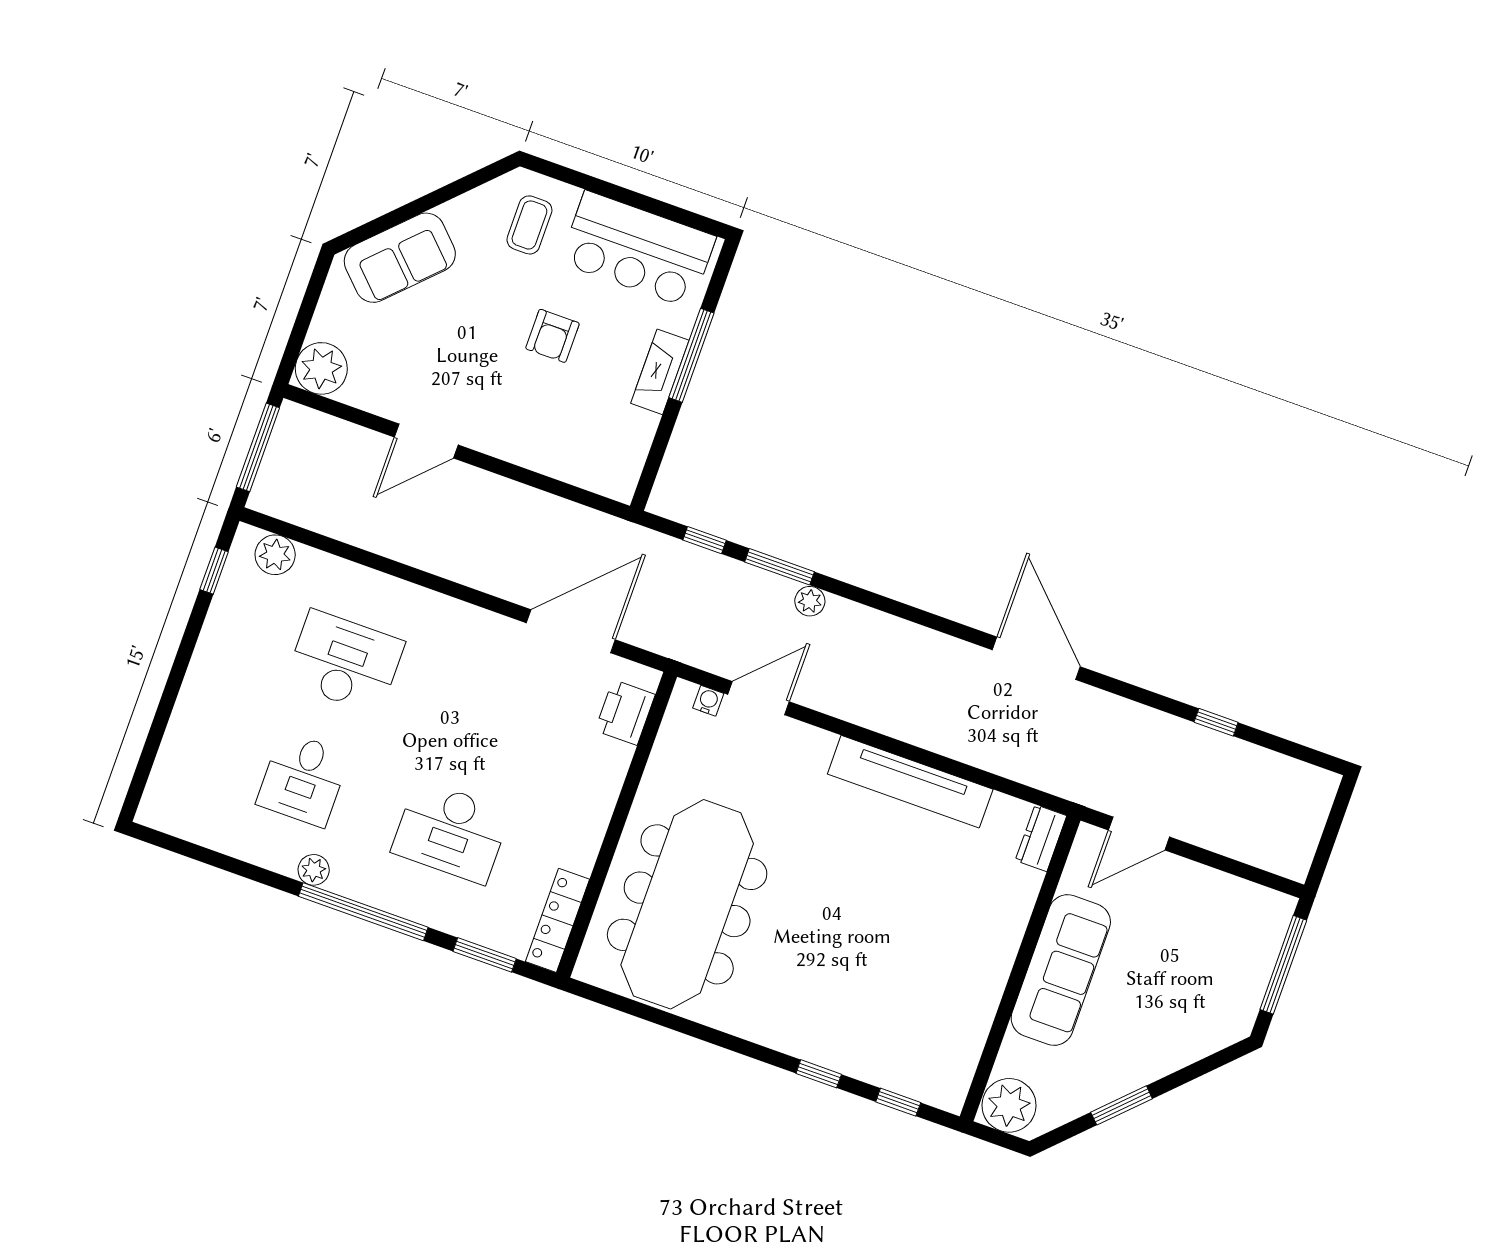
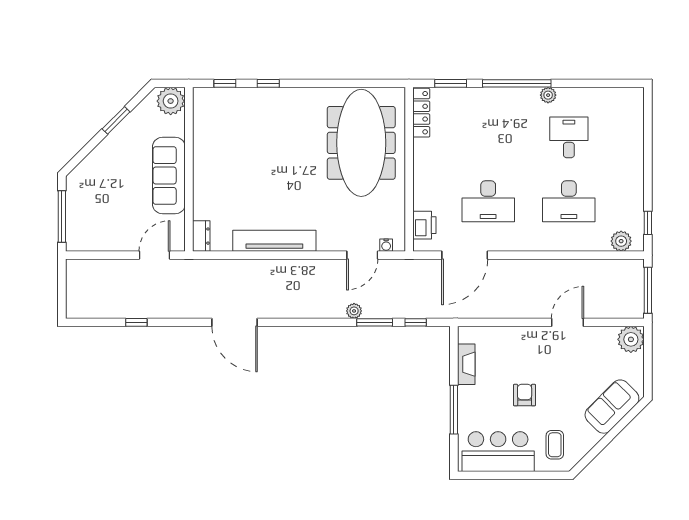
fireplace: (660, 372) -> (466, 364), moved
desk: (451, 832) -> (488, 201), moved, turned 180

